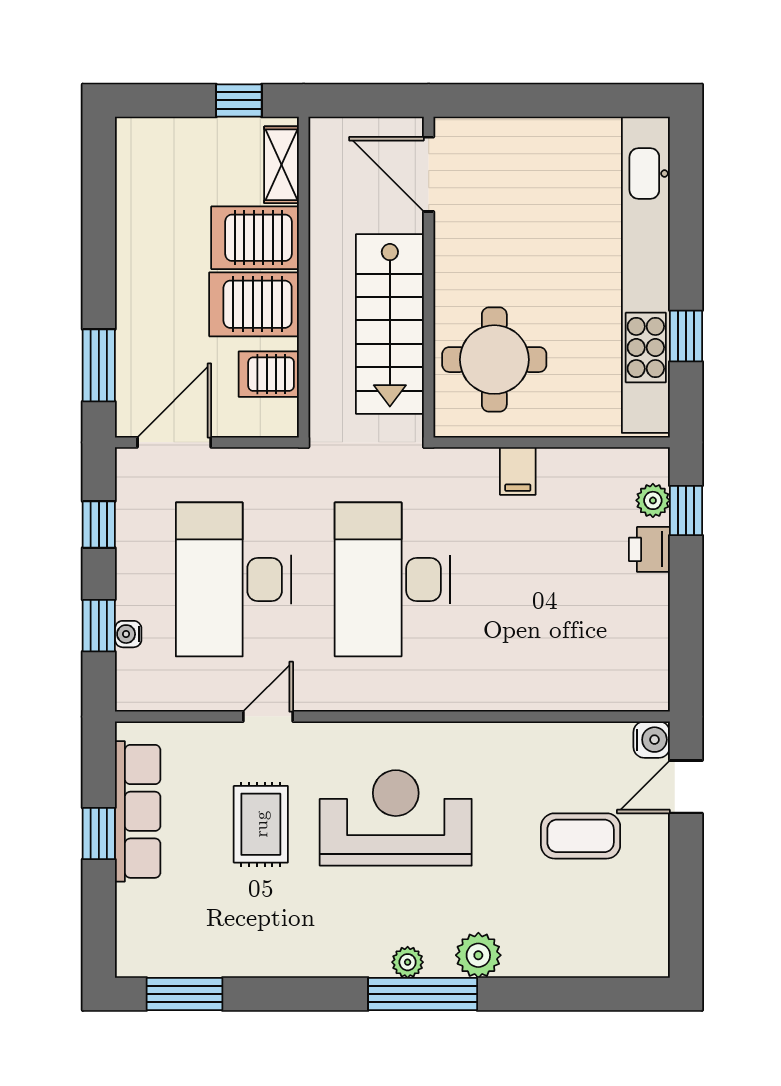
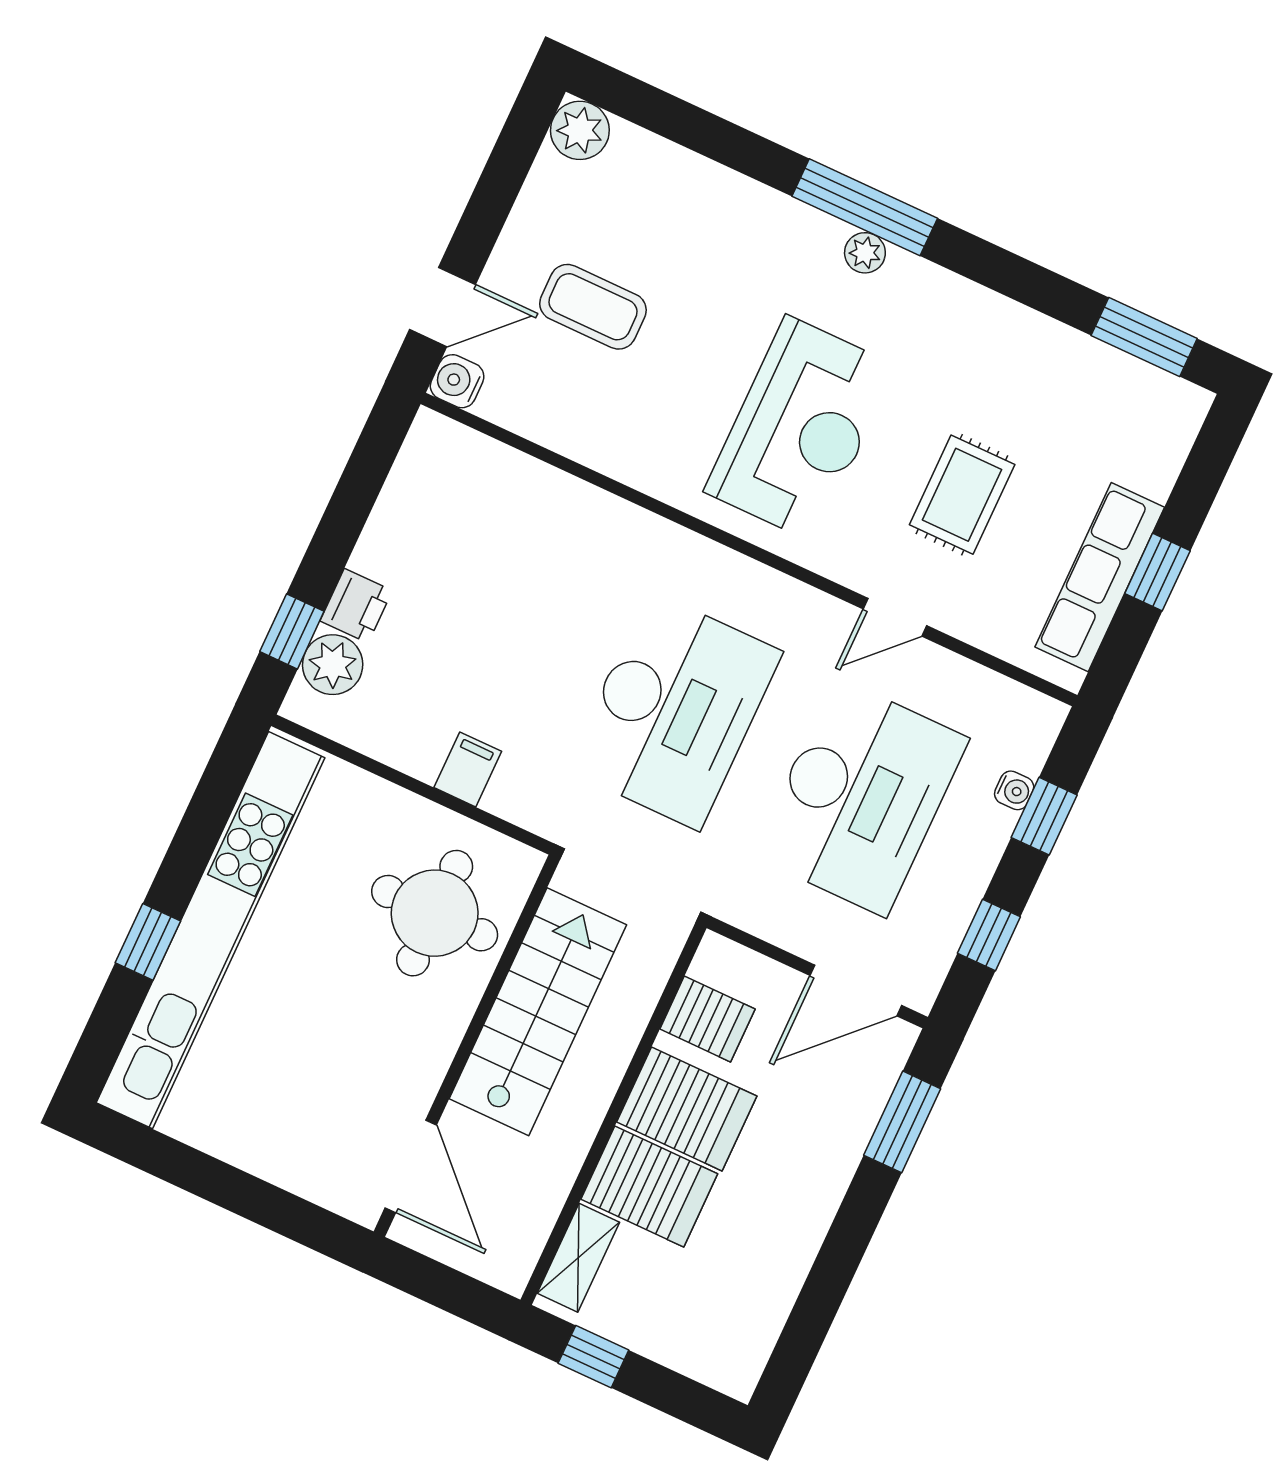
window: (686, 336) -> (148, 942), moved
plant: (653, 500) -> (333, 665), width x1.38, depth x1.38
reception desk: (396, 818) -> (800, 429), turned -90
plant: (478, 955) -> (580, 130), moved

